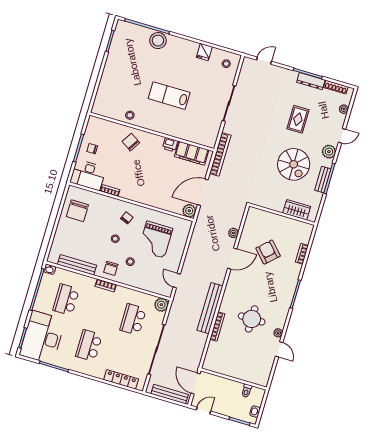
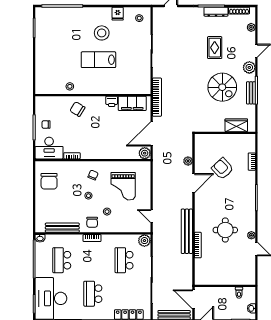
stool: (158, 41) -> (102, 33), moved

